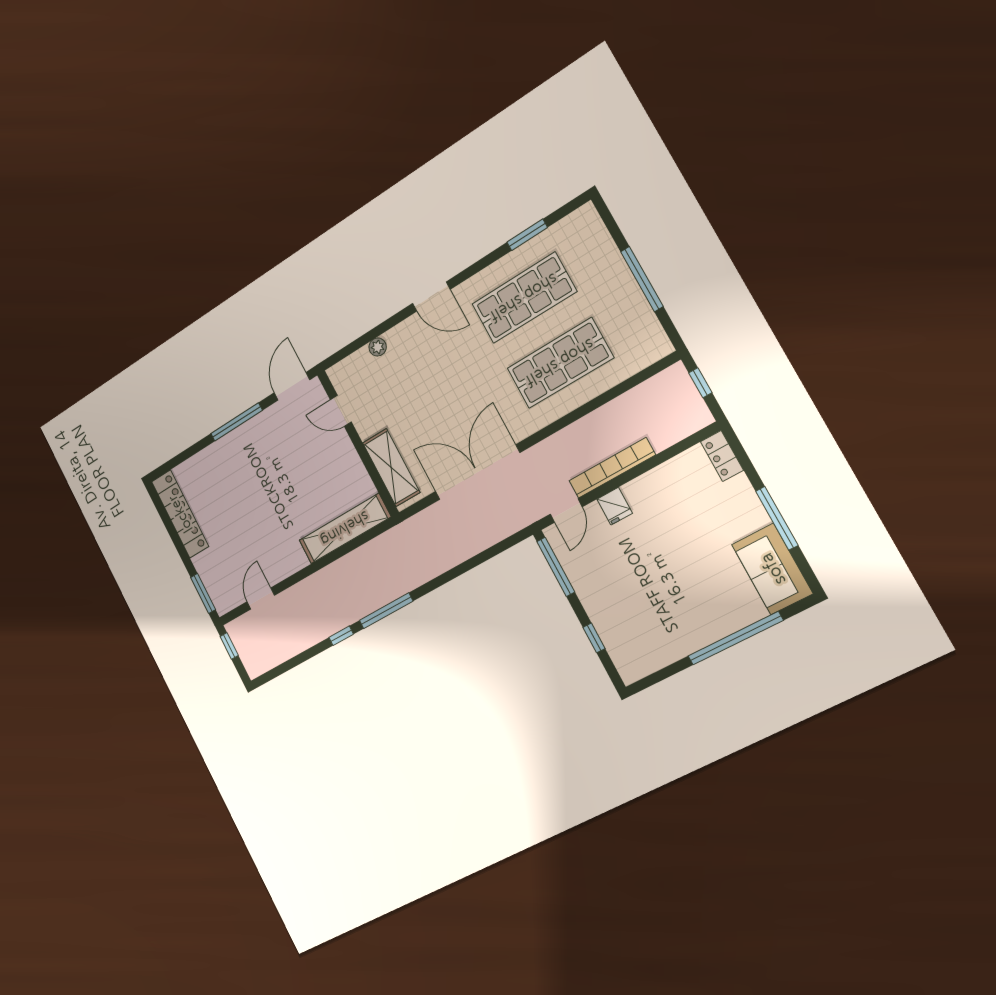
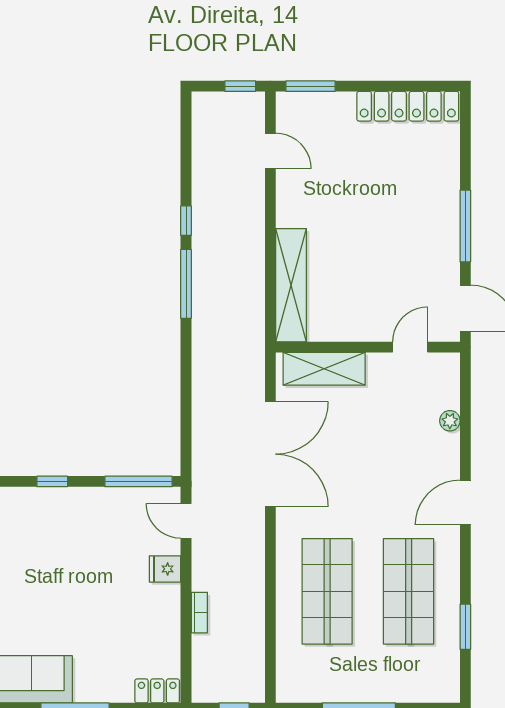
bookcase: (612, 468) -> (199, 613), width x0.43, depth x0.76

